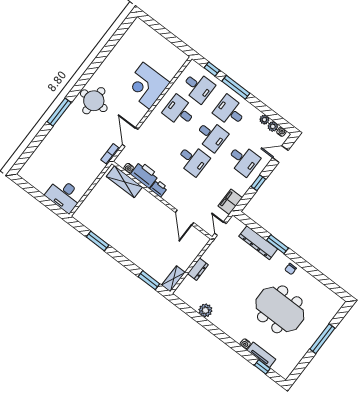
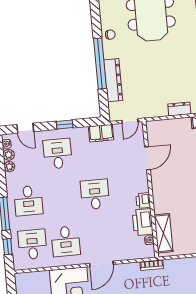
desk: (211, 136) -> (62, 198), removed
door: (130, 137) -> (101, 264), moved
window: (277, 244) -> (100, 64), width x2.11

